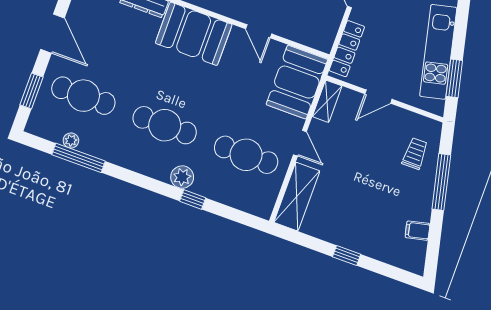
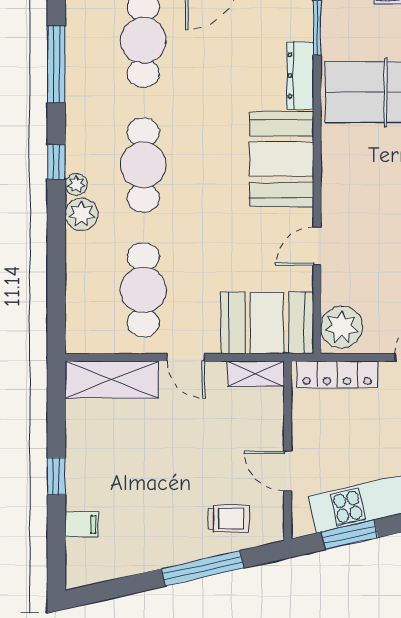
plant: (317, 35) -> (342, 327), added
door: (378, 97) -> (288, 471), moved
plant: (71, 140) -> (76, 184), moved
door: (300, 143) -> (186, 357), hinge flipped
window: (193, 199) -> (56, 162), moved
filing cabinet: (418, 231) -> (82, 524), moved, turned 103

